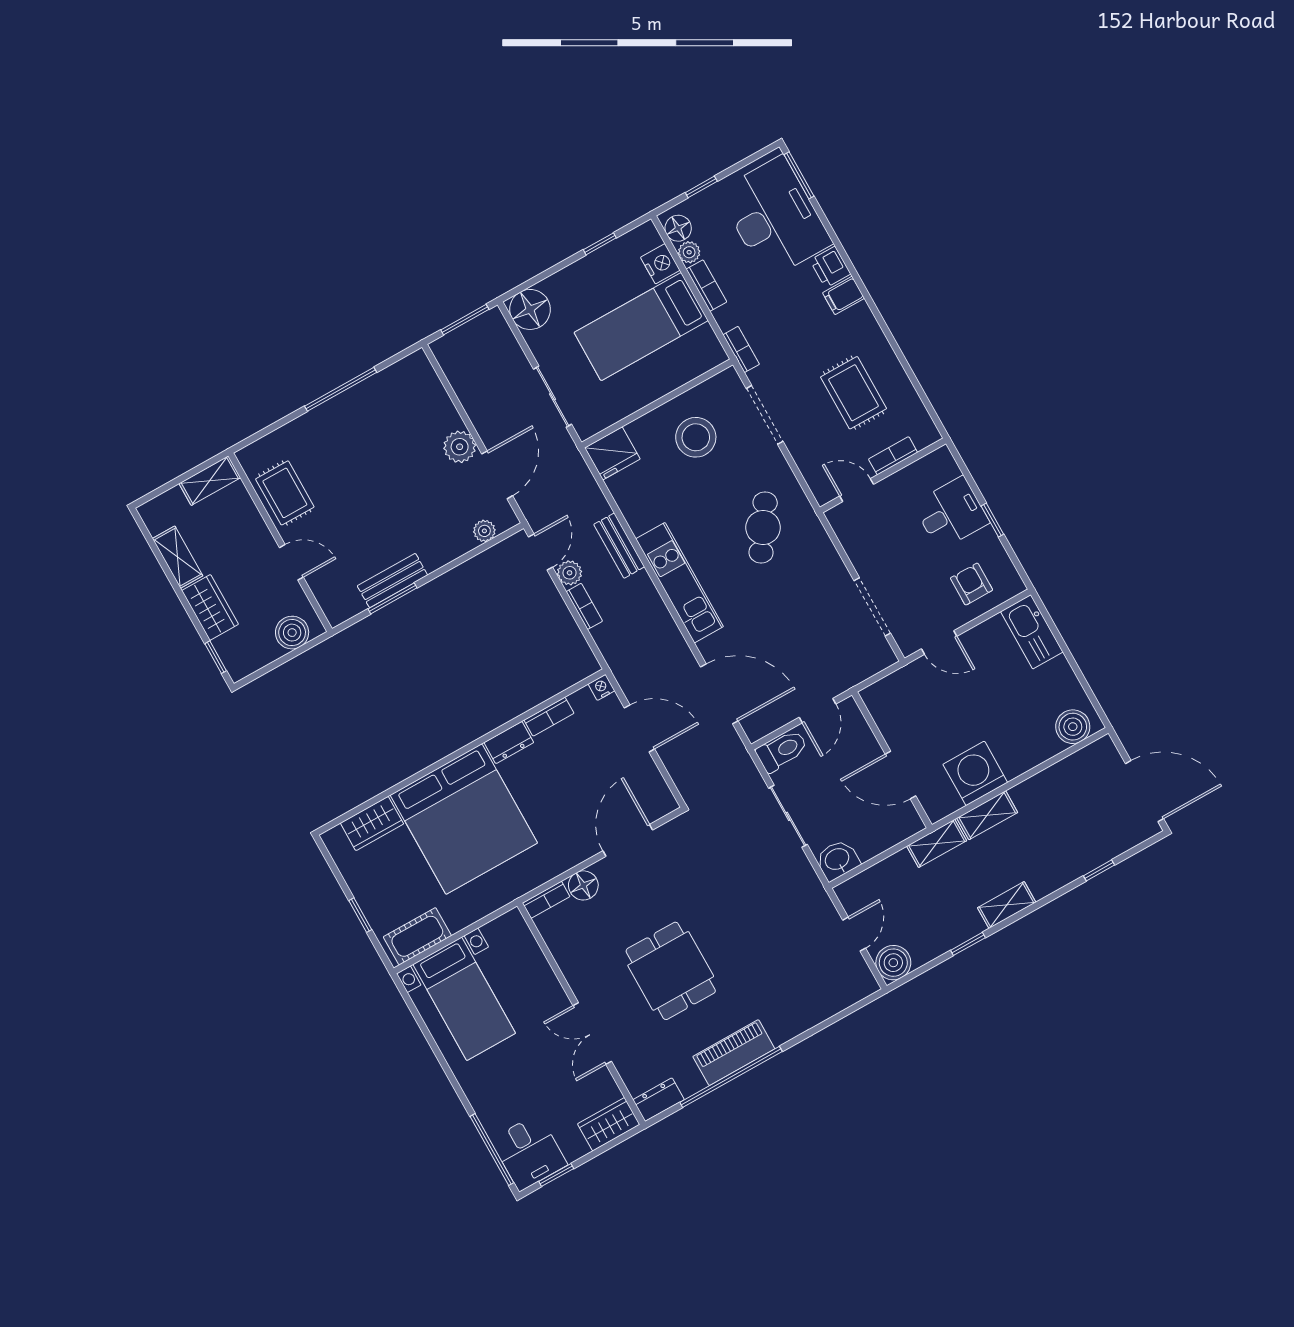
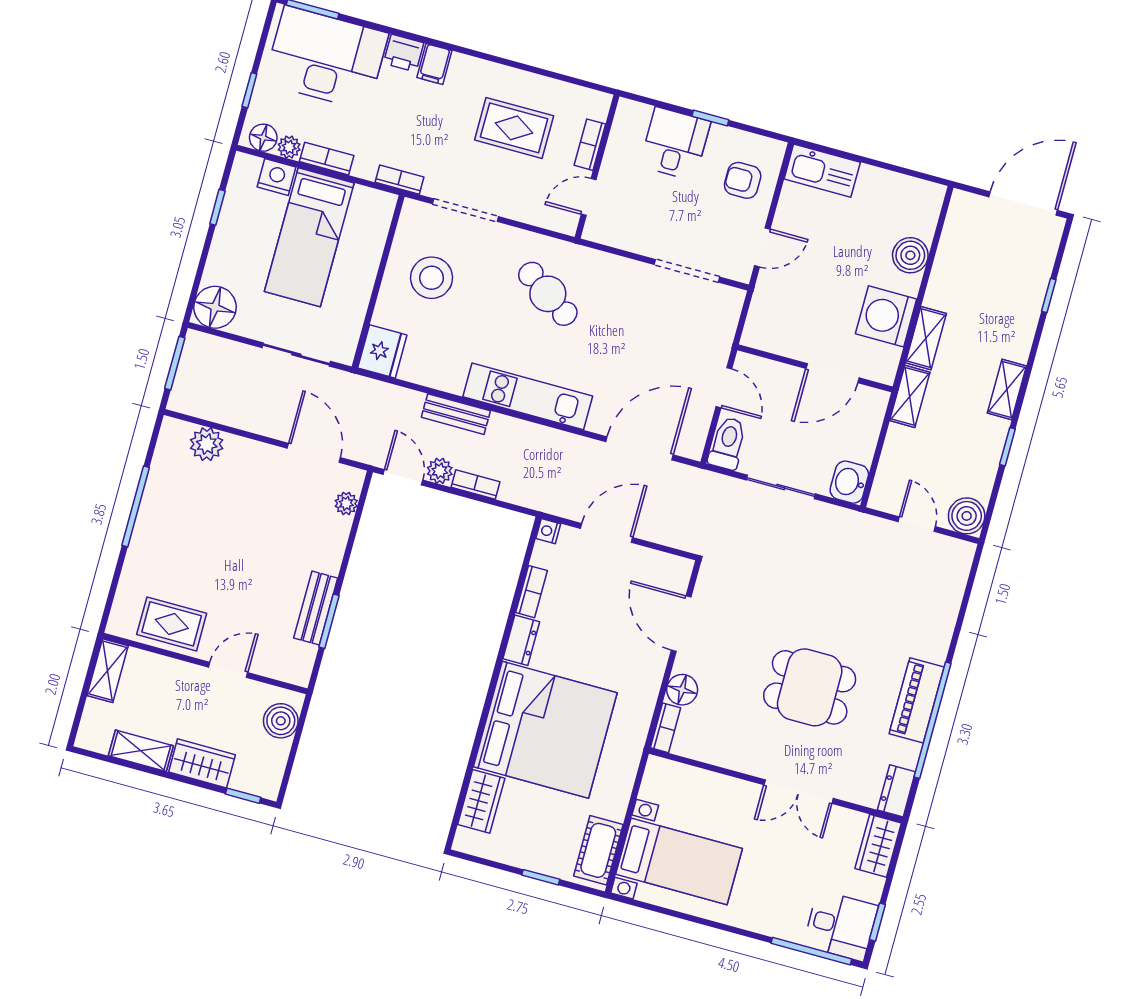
plant: (460, 447) -> (207, 444), moved
boiler: (1073, 727) -> (910, 255), moved

